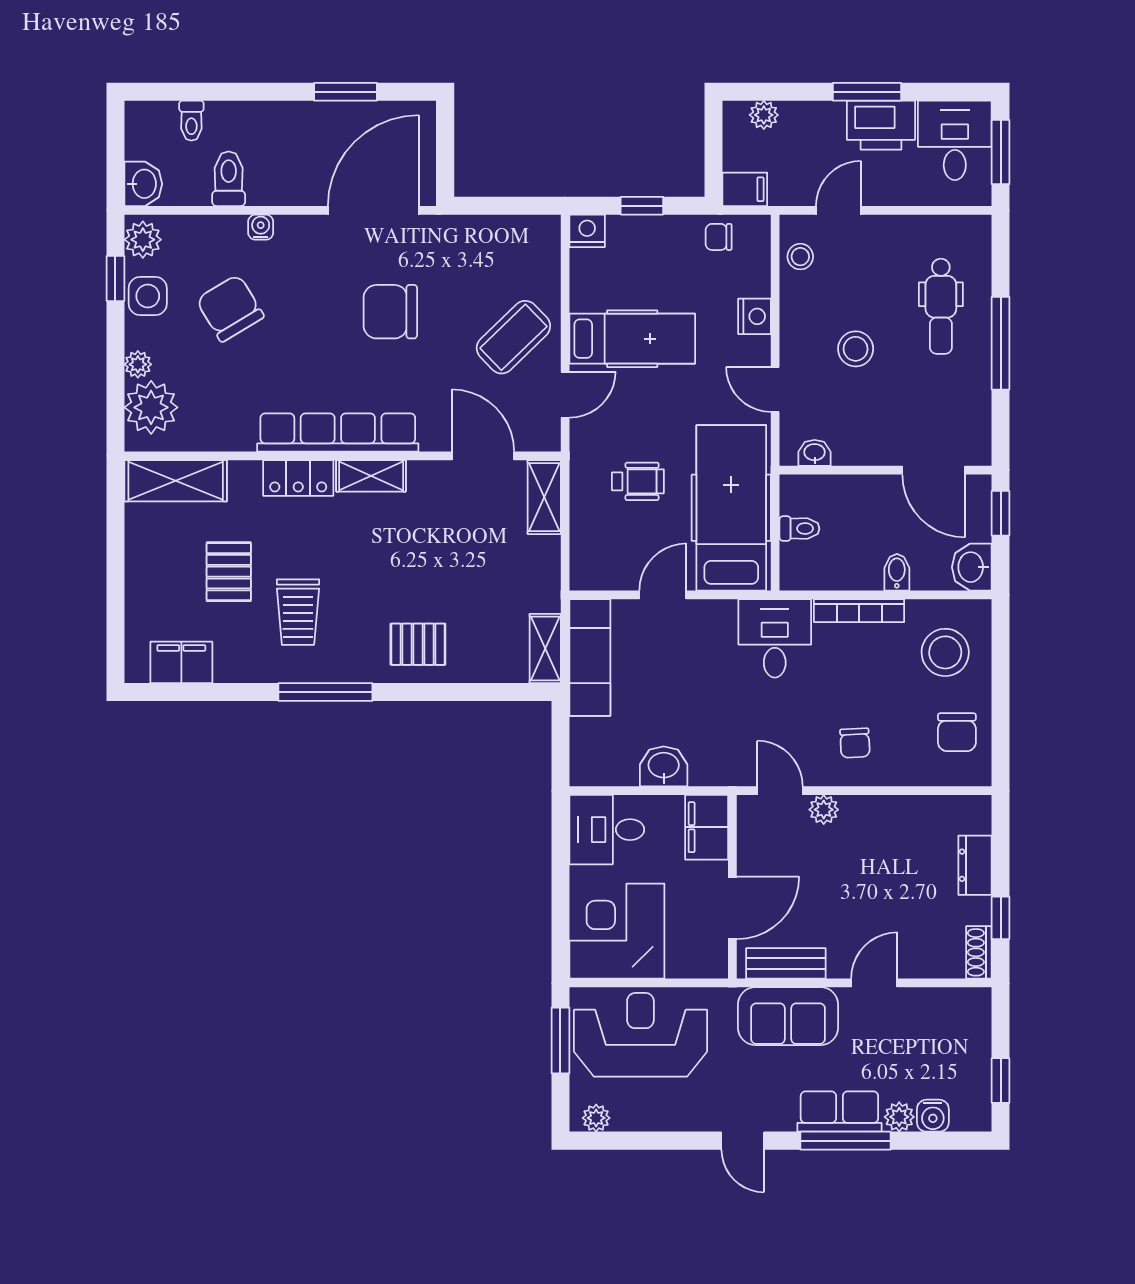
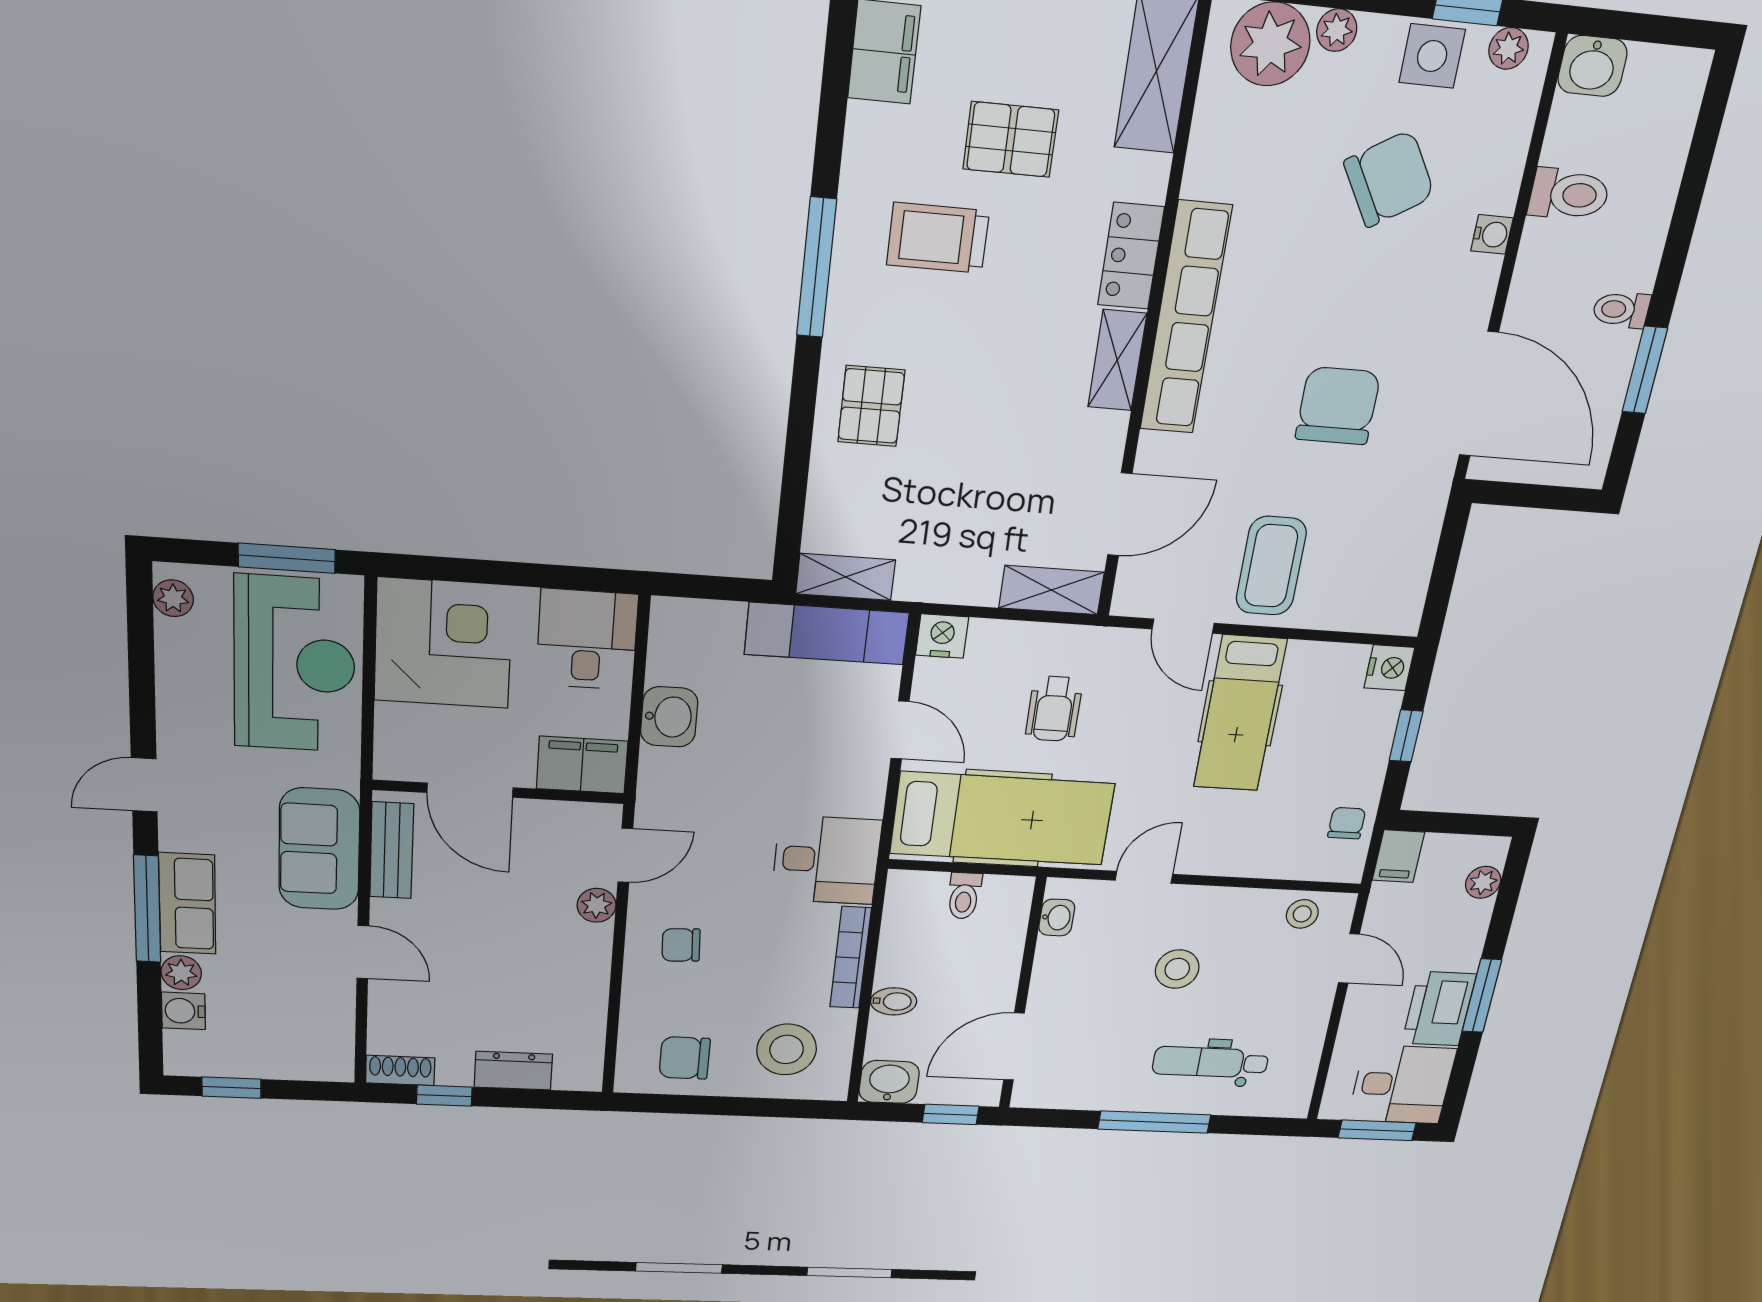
toilet: (191, 121) -> (1621, 310), moved
plant: (143, 240) -> (1509, 48), width x0.73, depth x0.73
nightstand: (755, 316) -> (942, 636), moved, turned 180
coffee table: (513, 337) -> (1271, 566), turned 44

